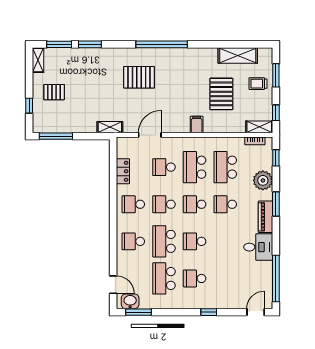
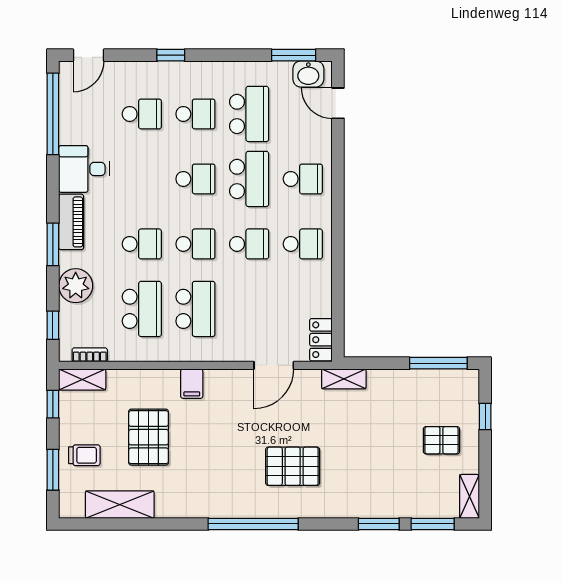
school desk: (164, 167) -> (142, 114), moved
locker: (123, 171) -> (321, 340), moved

